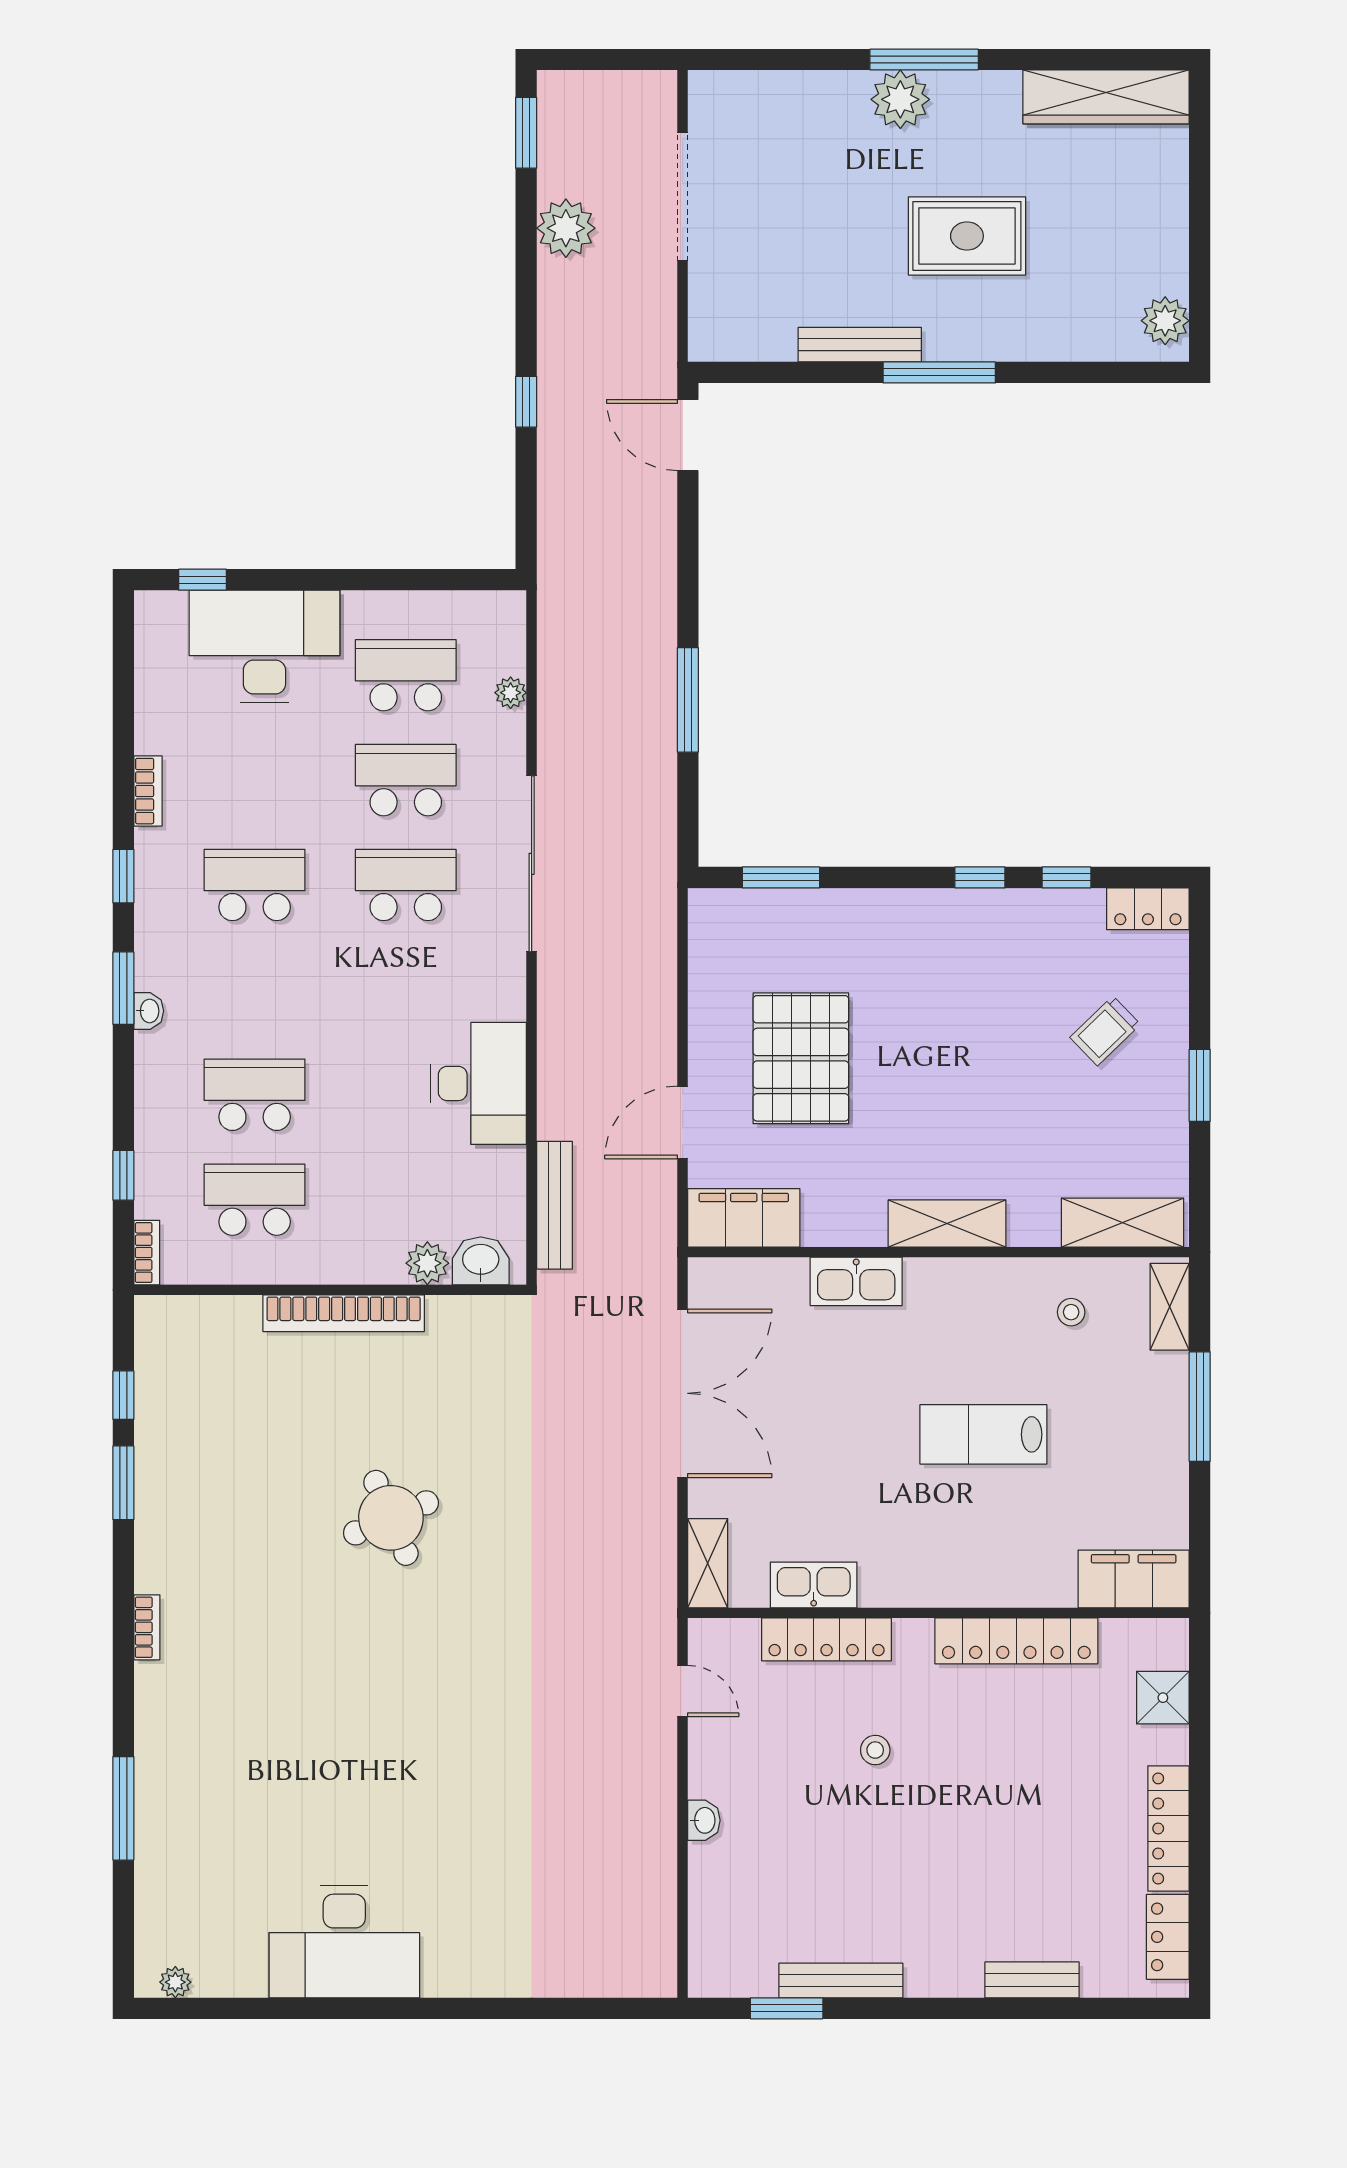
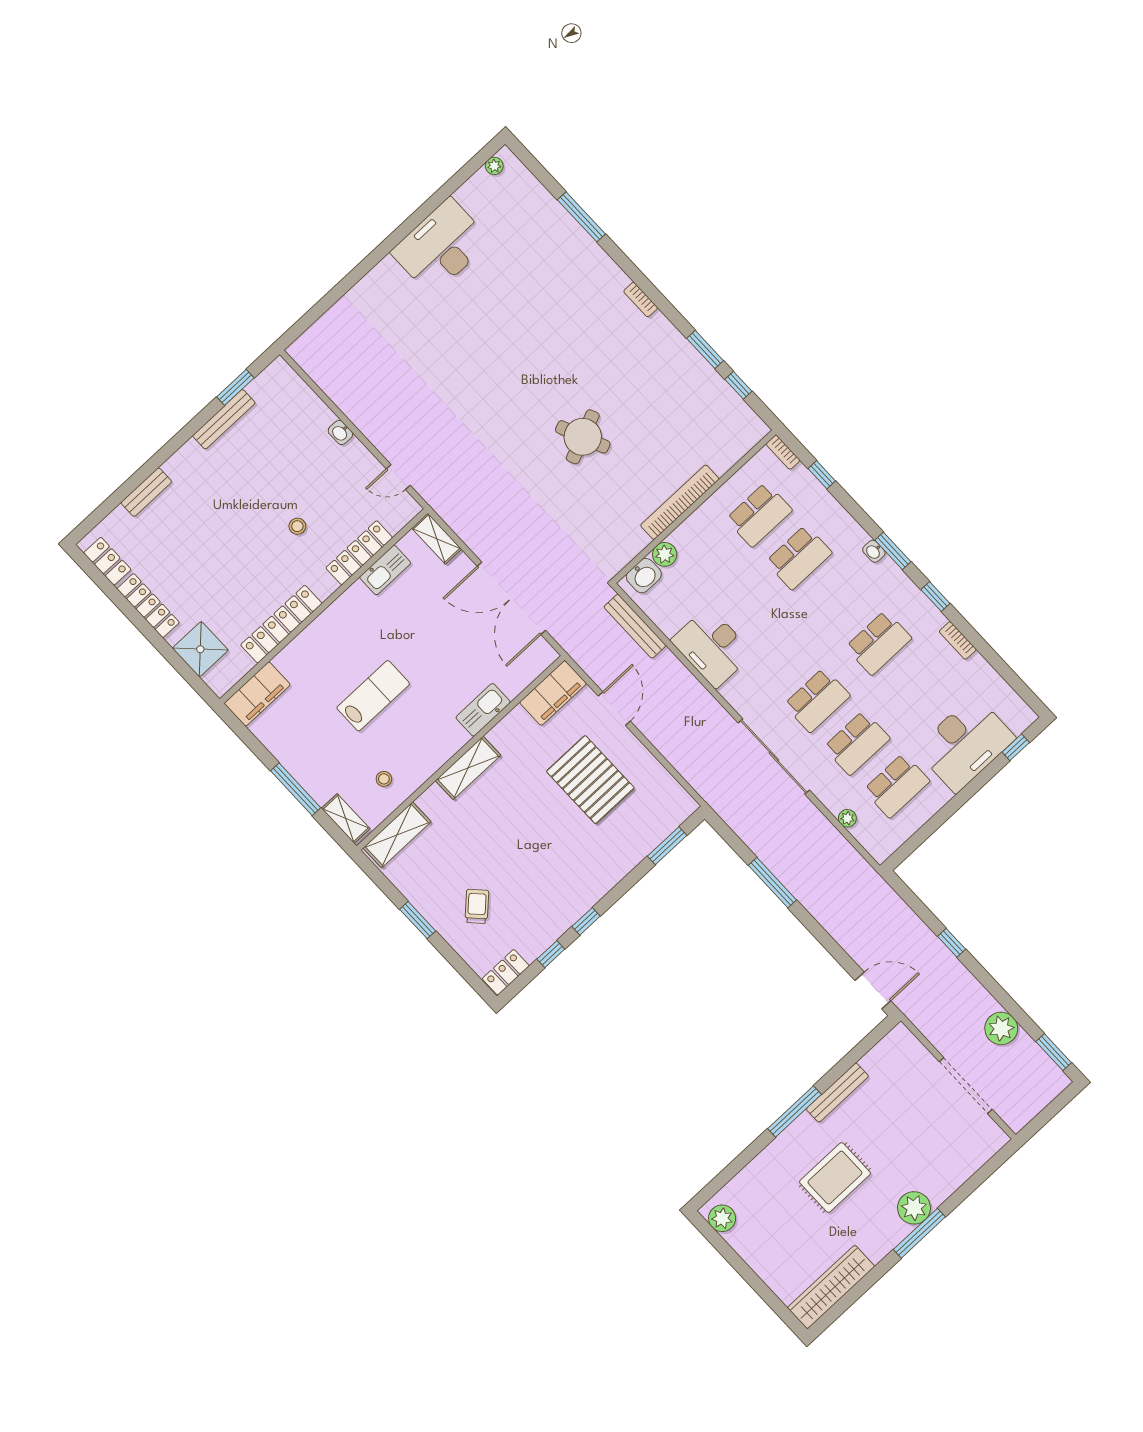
shower: (1163, 1698) -> (200, 649), width x1.36, depth x1.36

